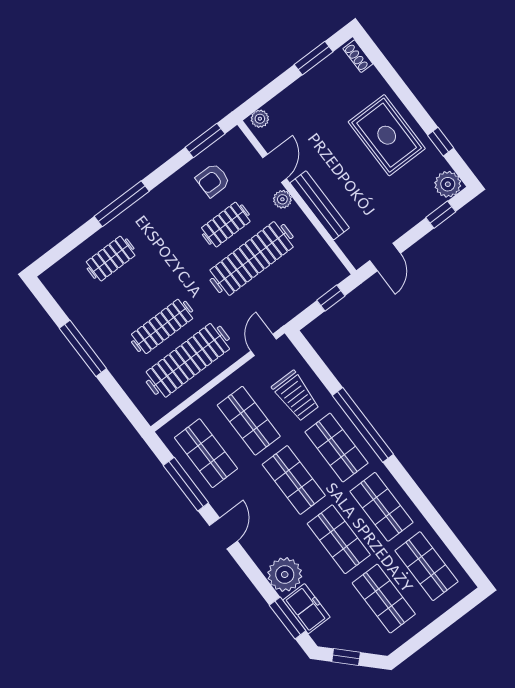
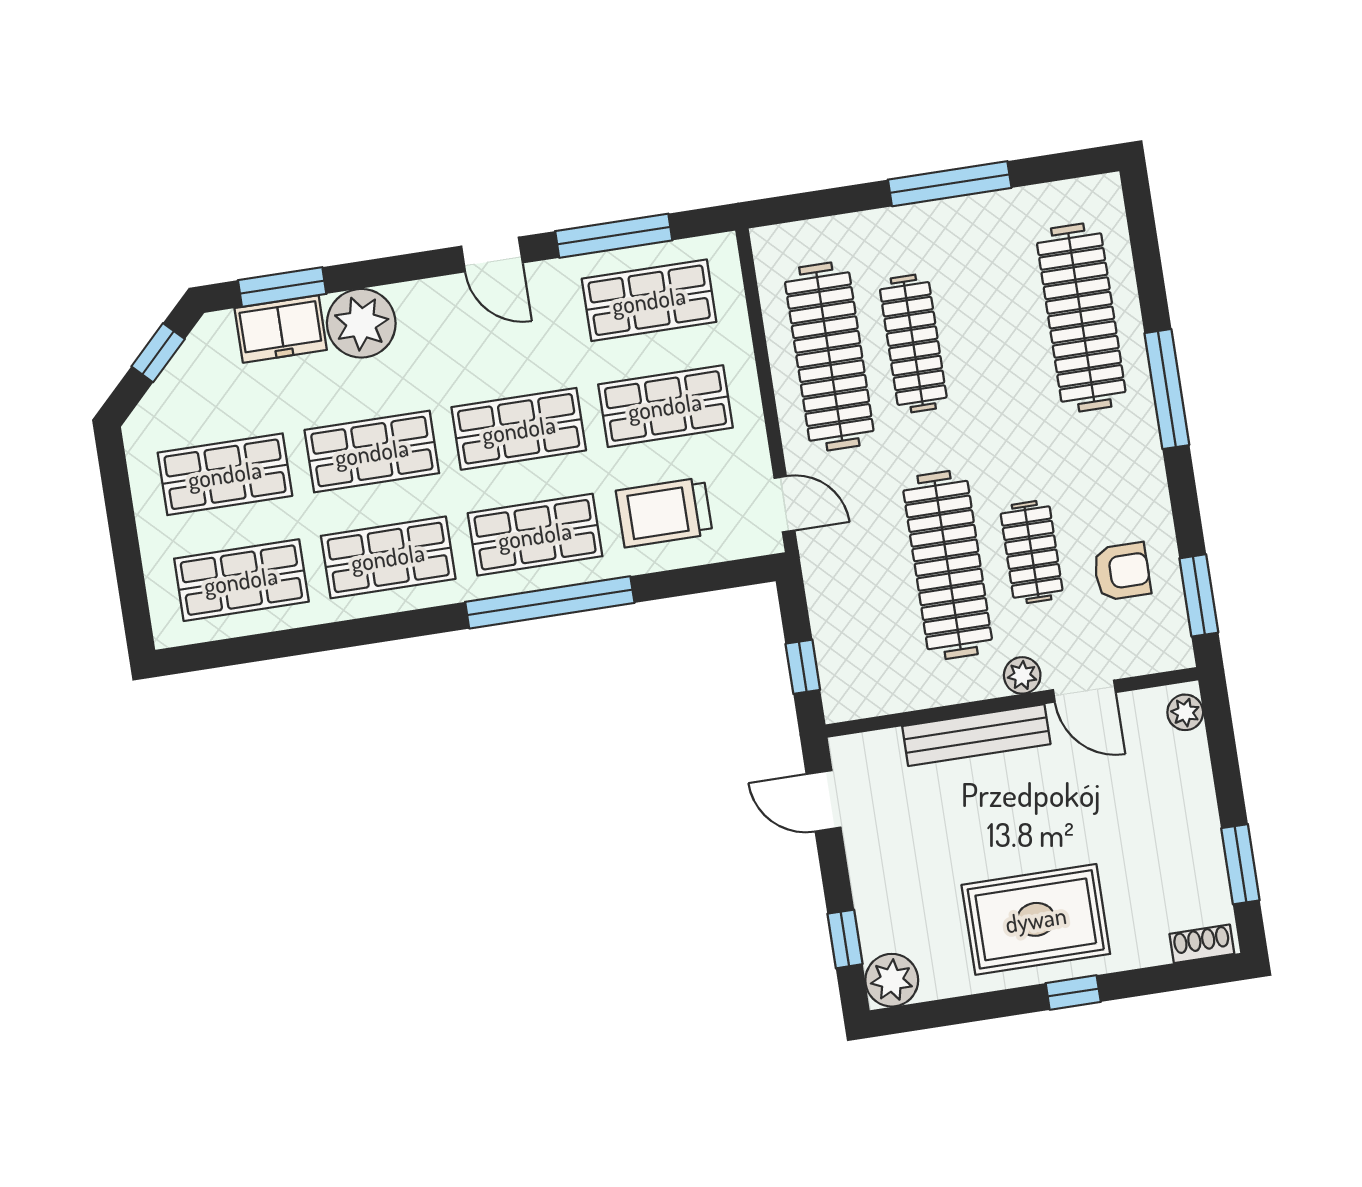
window: (441, 142) -> (1073, 992), moved
armchair: (213, 180) -> (1122, 571), turned 90
clothes rail: (111, 259) -> (1081, 317), width x1.86, depth x1.31

